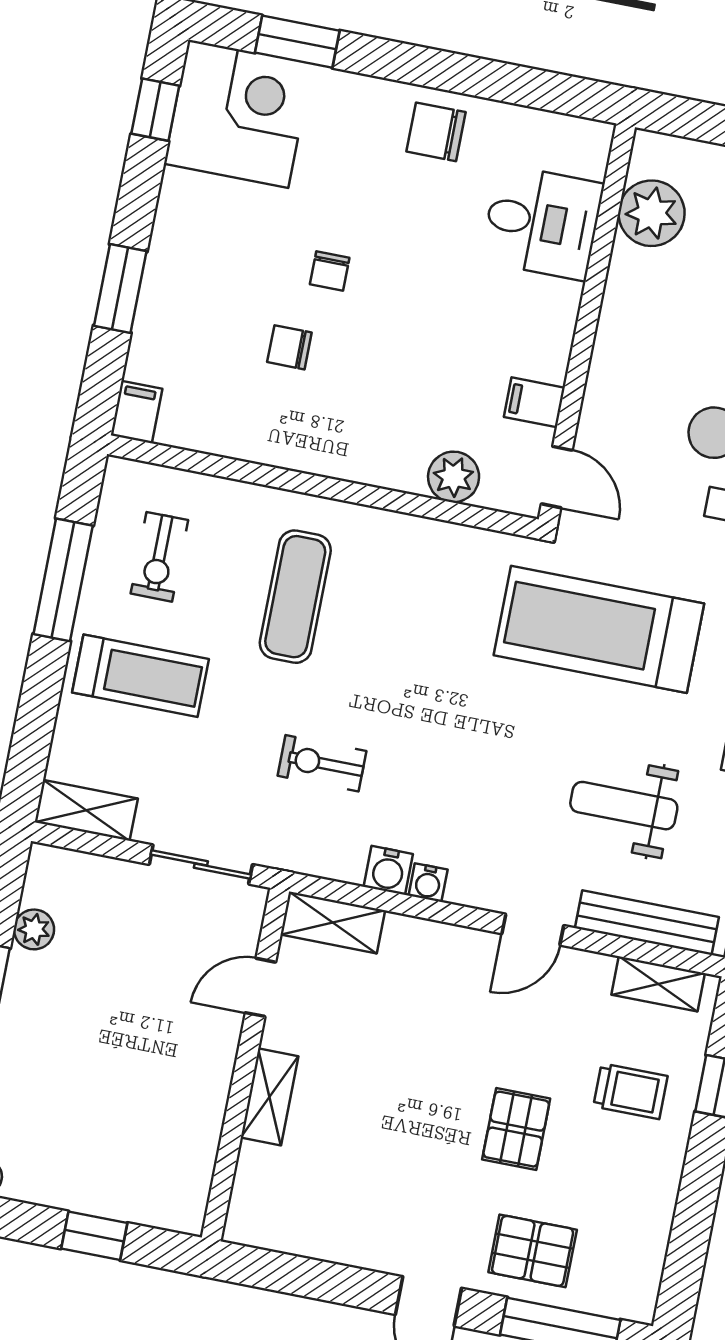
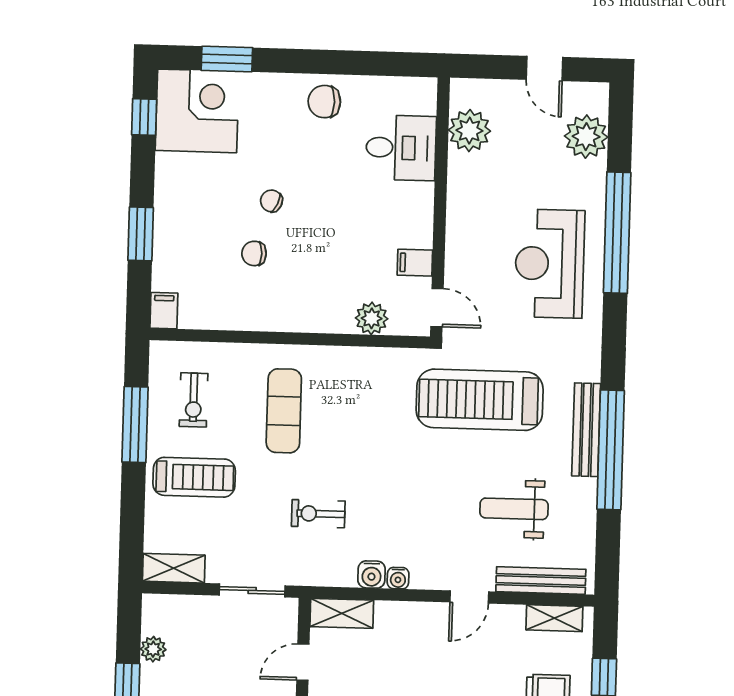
chair: (330, 271) -> (271, 201), turned 114

